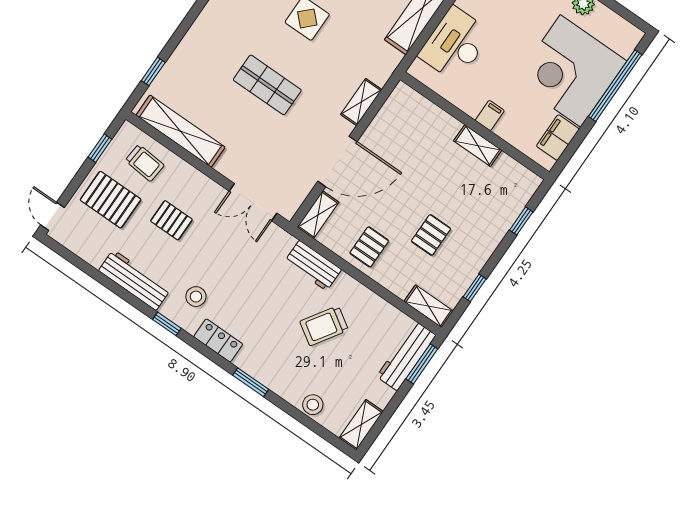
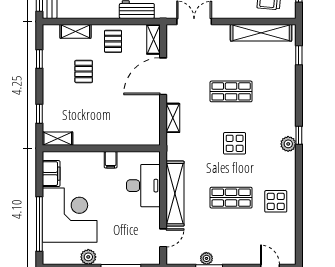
filing cabinet: (490, 116) -> (111, 160), moved
shelving: (478, 146) -> (58, 139), moved
shelving: (429, 306) -> (75, 31), moved

